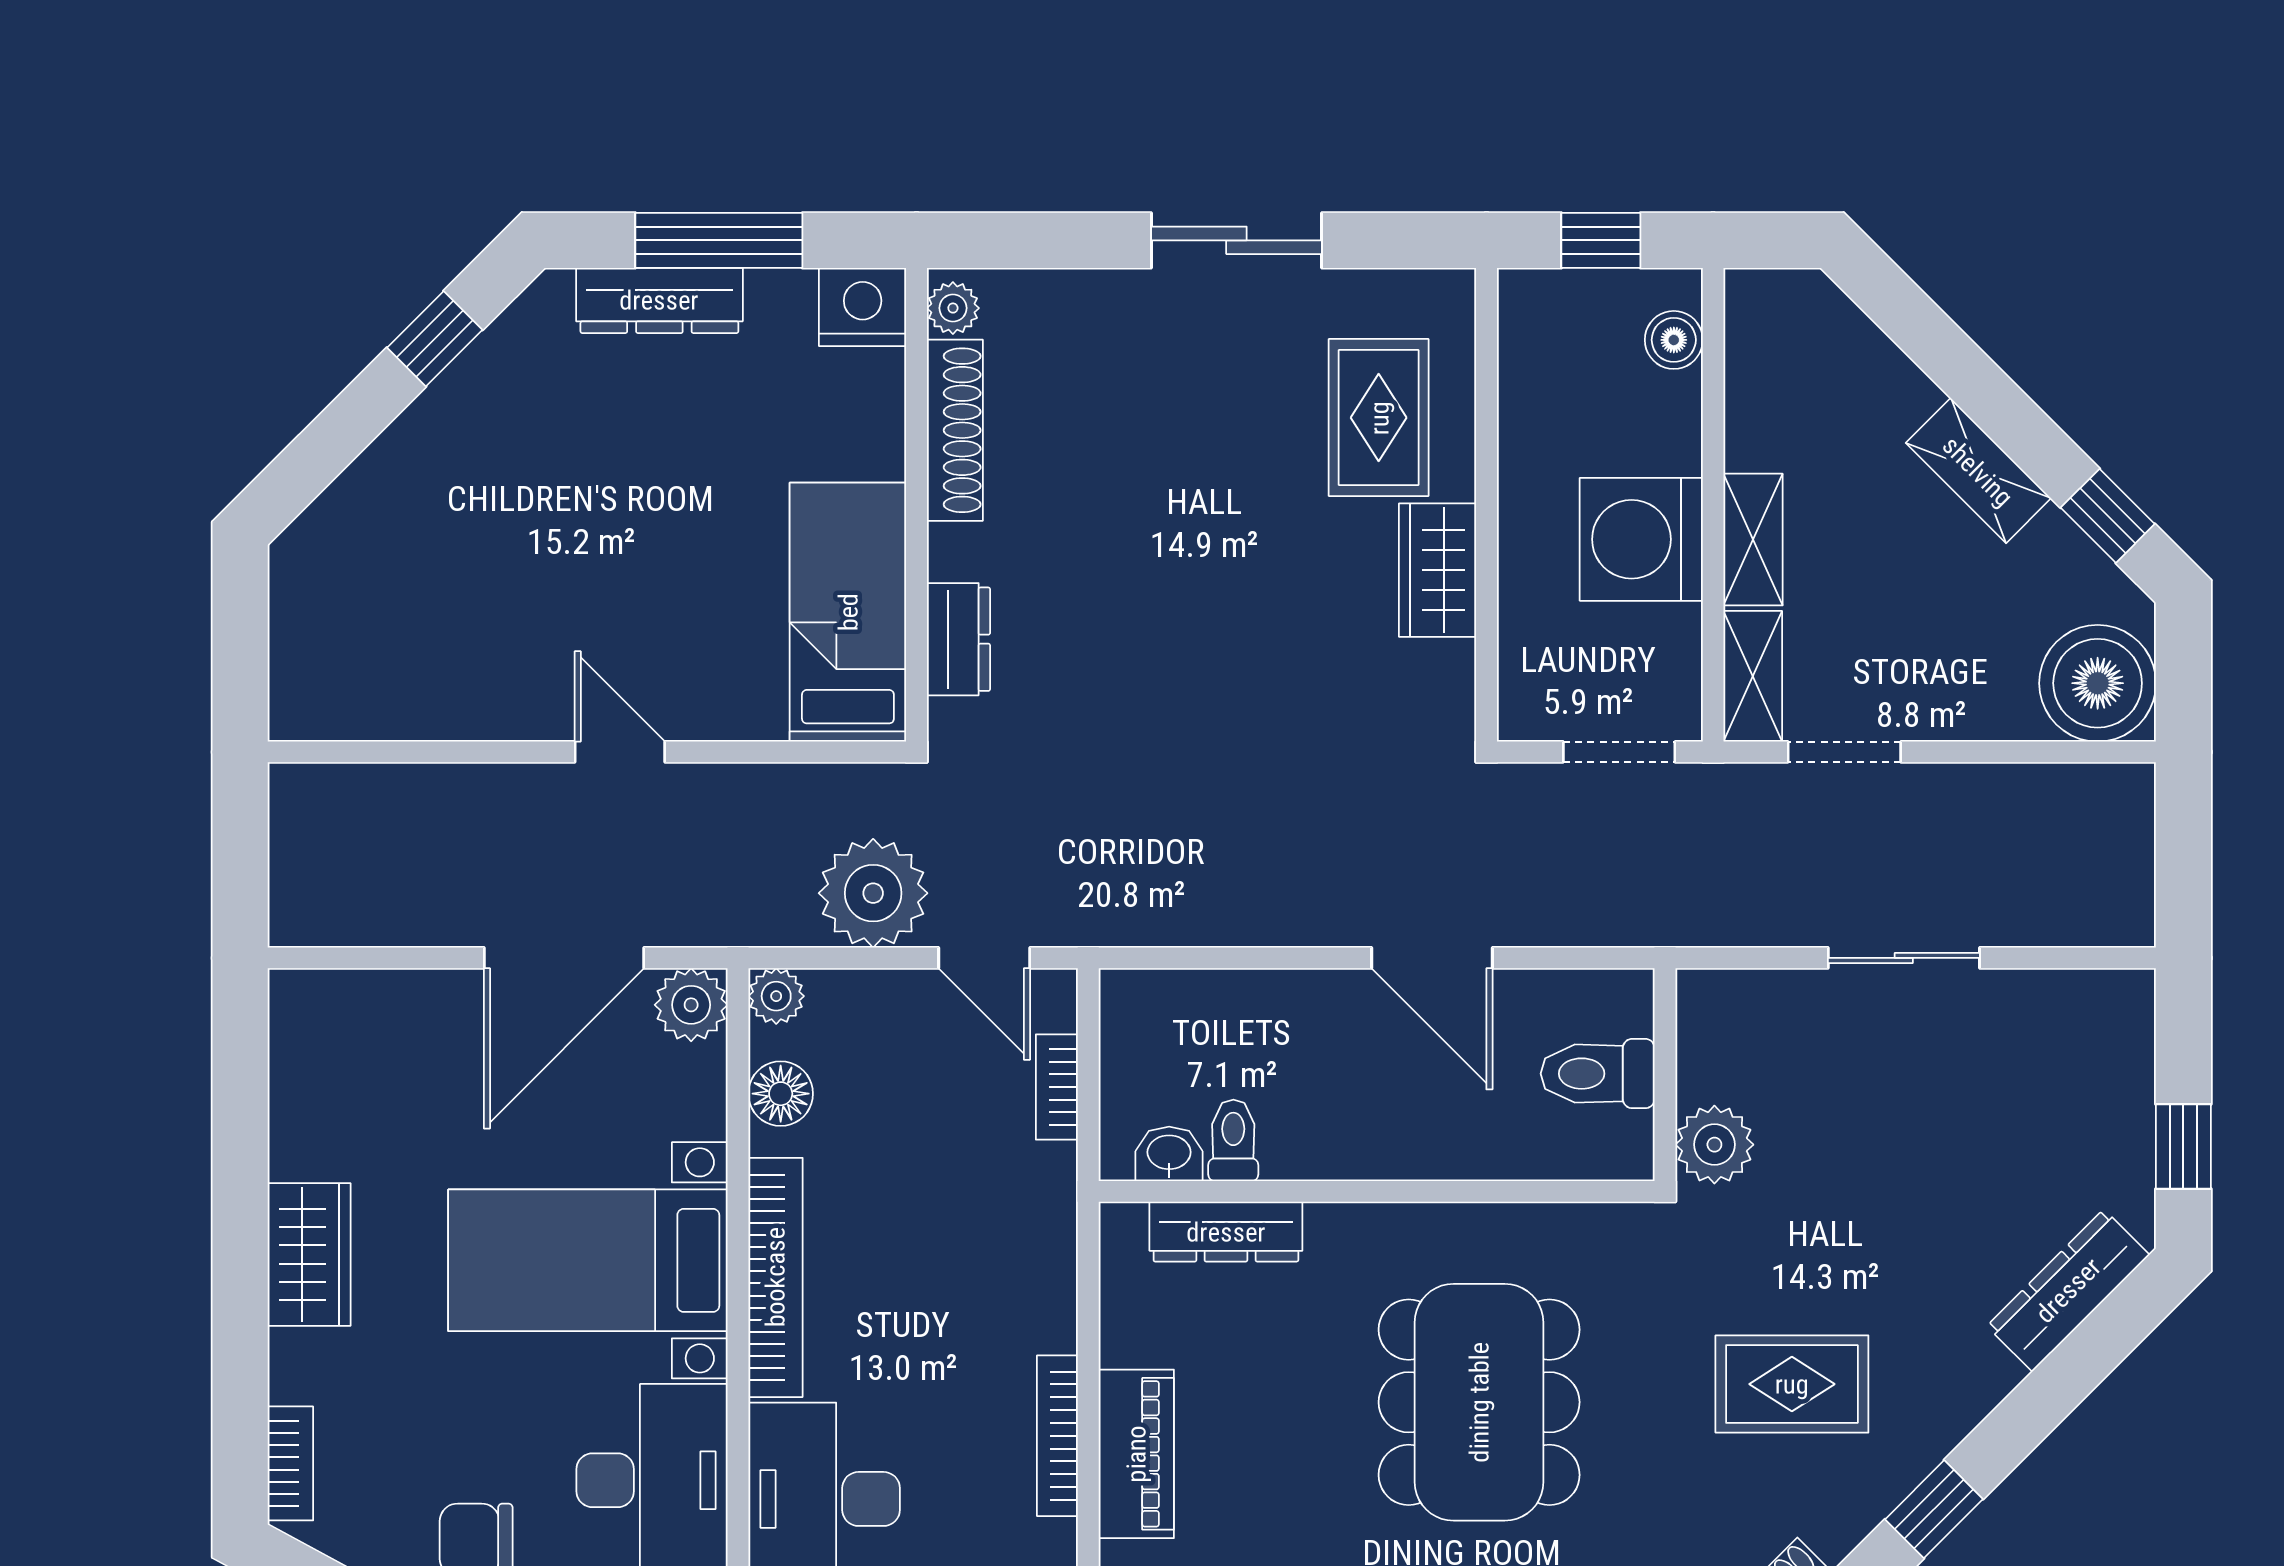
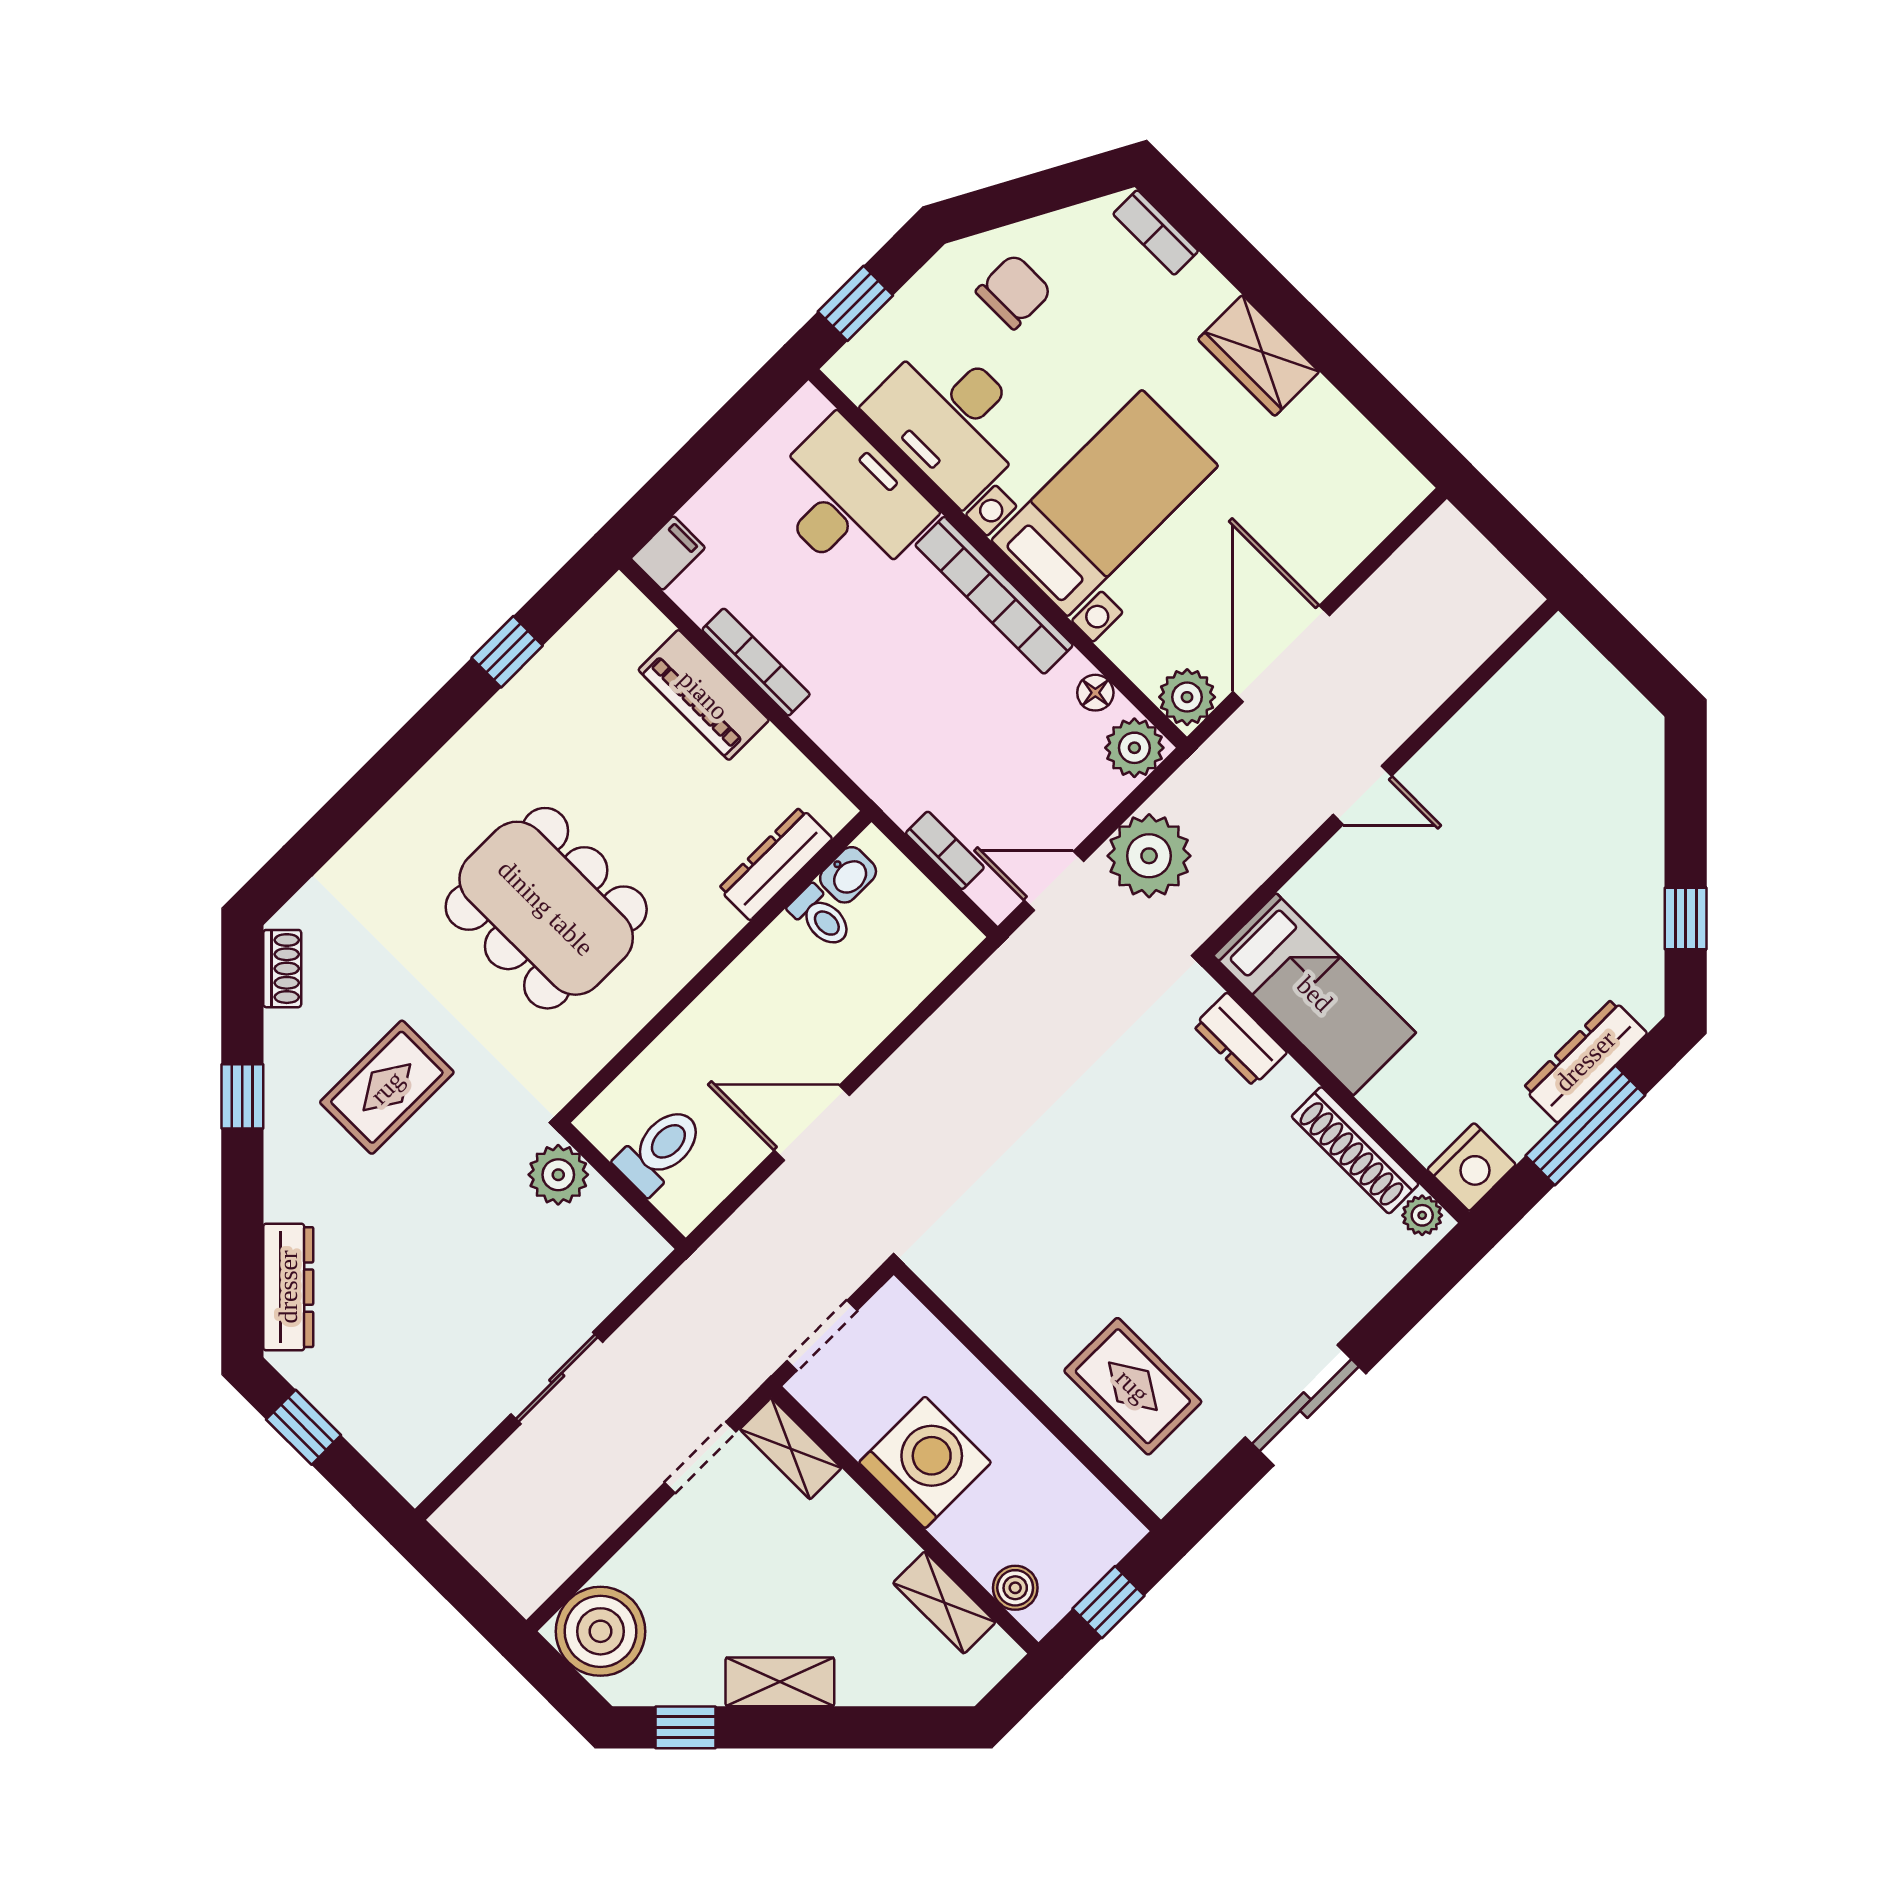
shelving: (1753, 540) -> (944, 1603), moved
wardrobe: (1437, 570) -> (1019, 1336), removed
plant: (776, 996) -> (1134, 748), width x1.38, depth x1.38
floor lamp: (781, 1094) -> (1095, 693), width x0.73, depth x0.73

